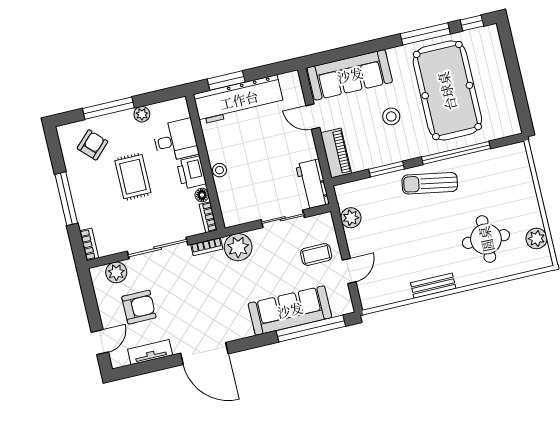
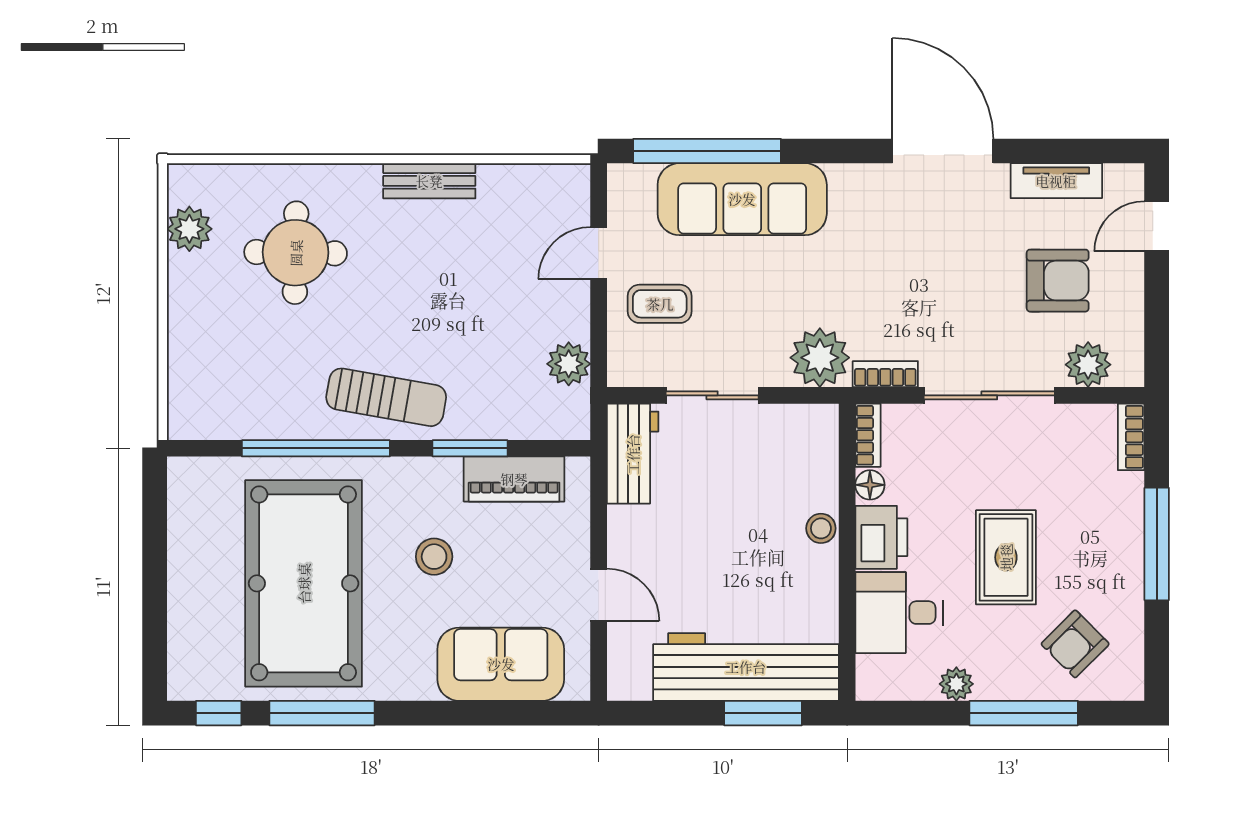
sofa: (350, 75) -> (501, 664), width x0.73
piano: (336, 153) -> (514, 479), moved, turned -90
armchair: (139, 307) -> (1058, 281), turned 180

